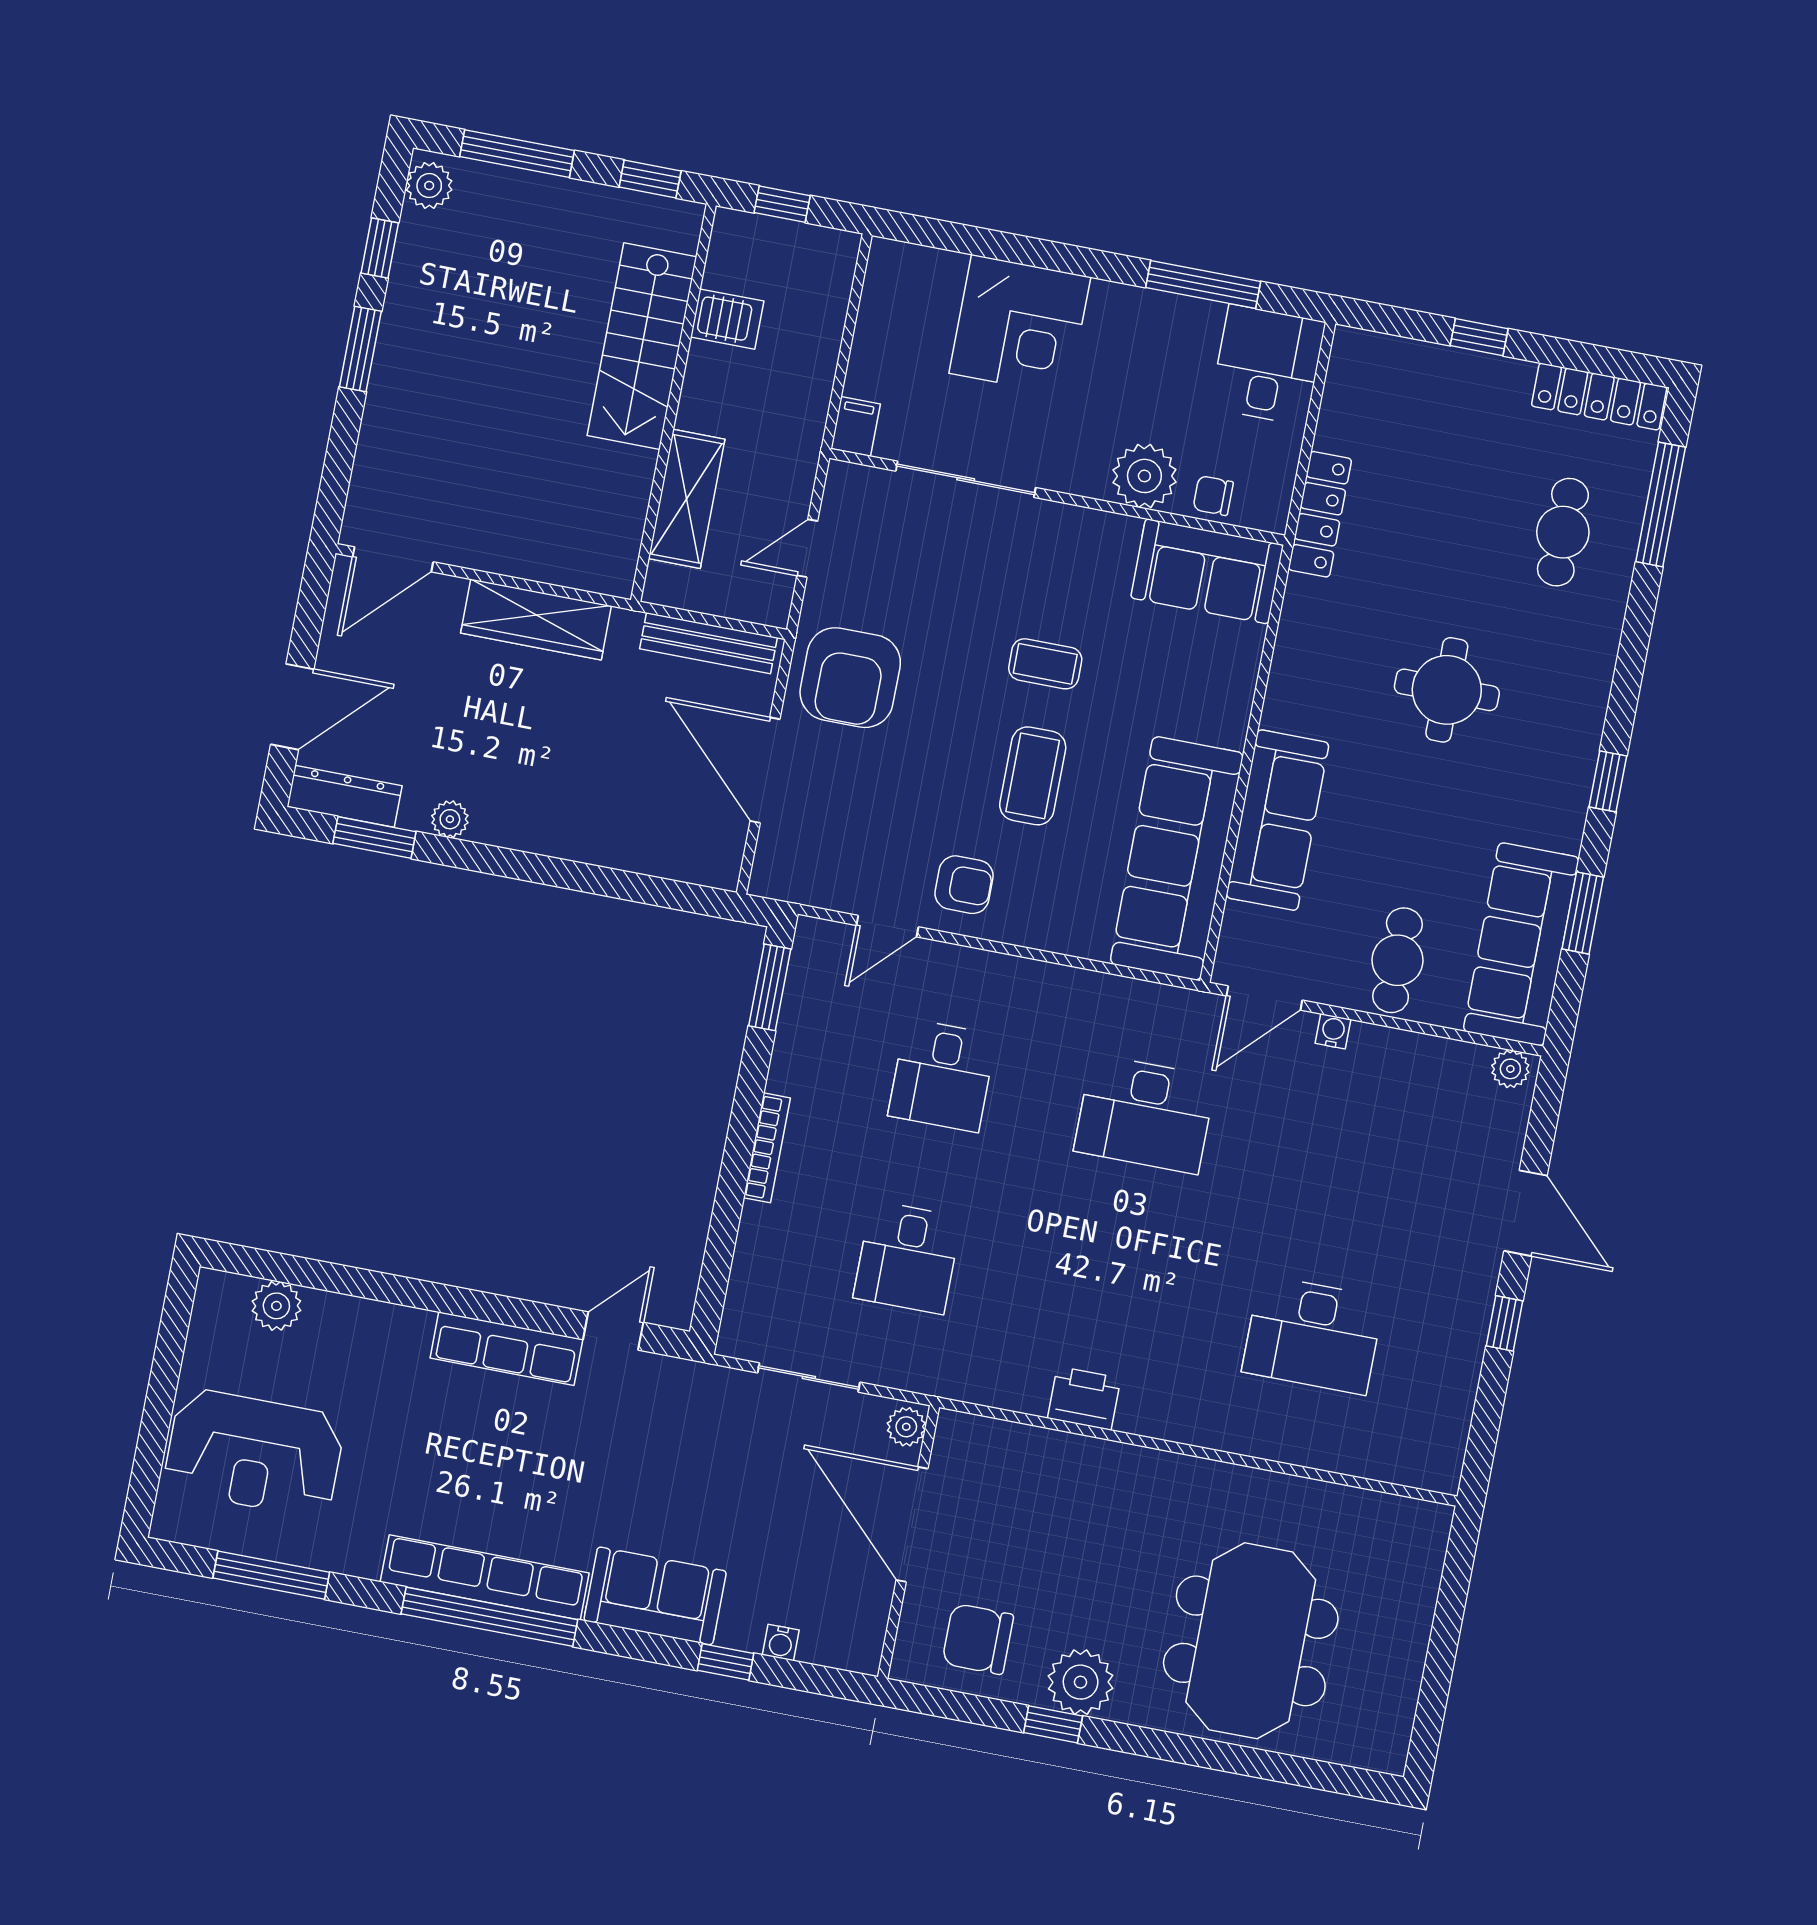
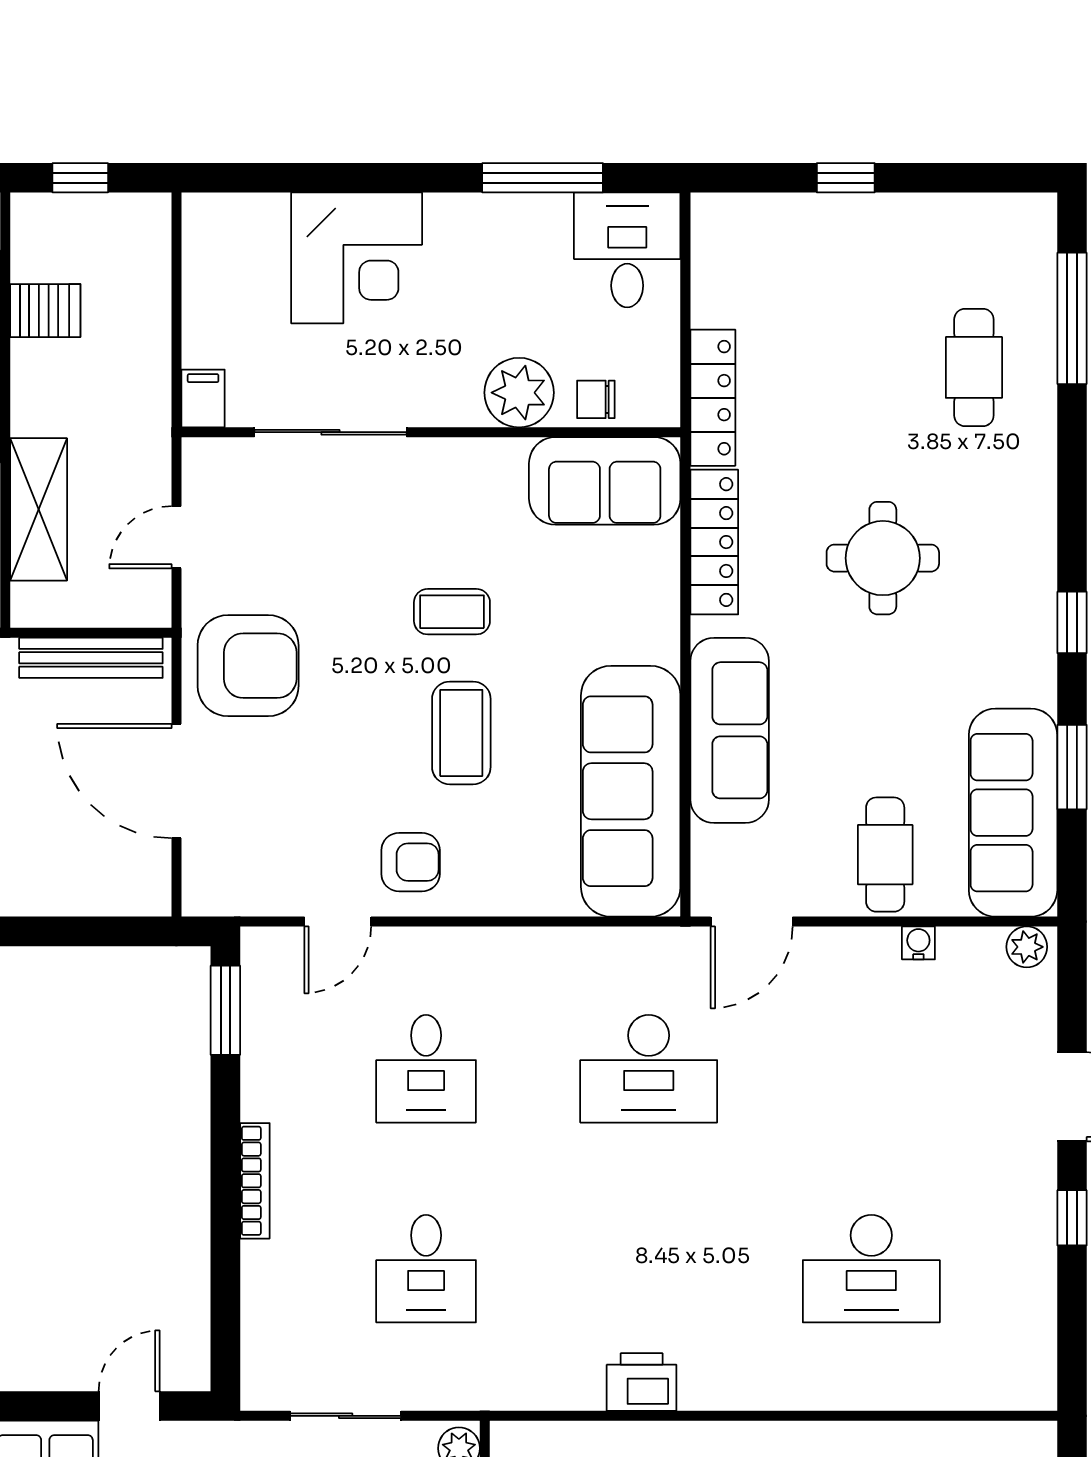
locker: (1599, 396) -> (714, 542), moved, turned -90
armchair: (850, 678) -> (248, 666), turned -90
water cooler: (1333, 1031) -> (918, 943), moved

